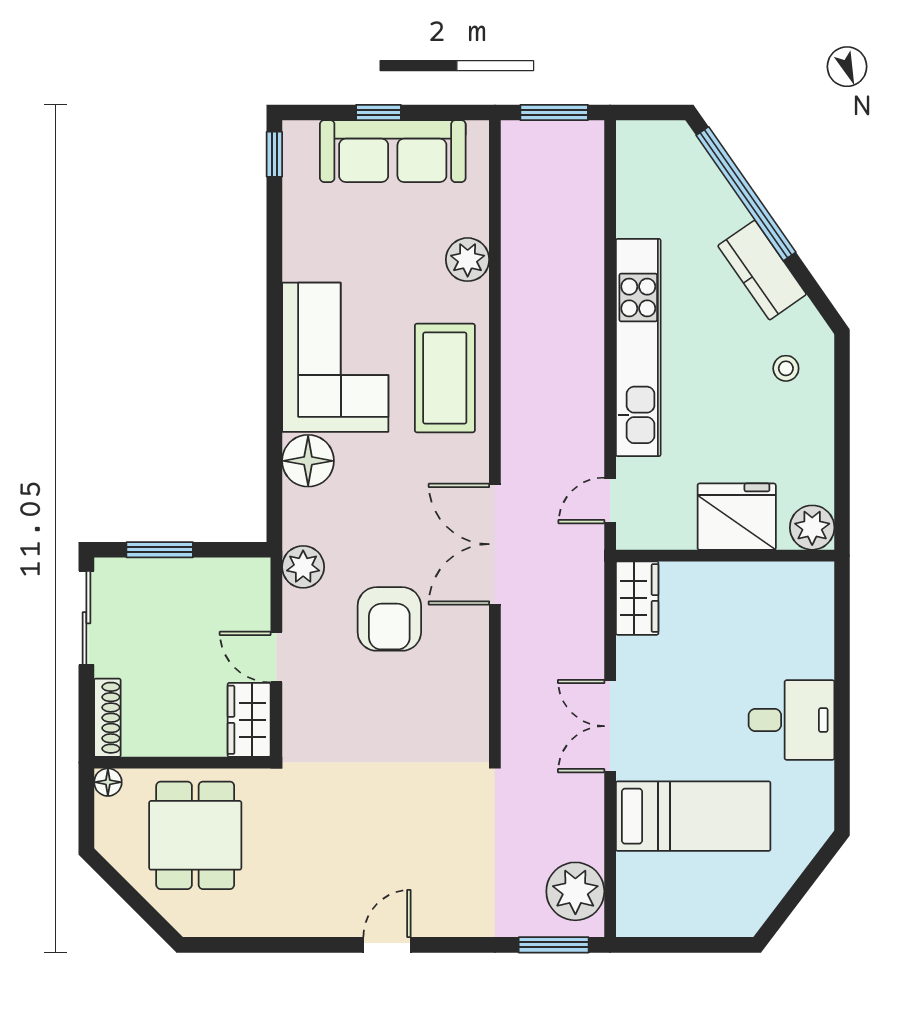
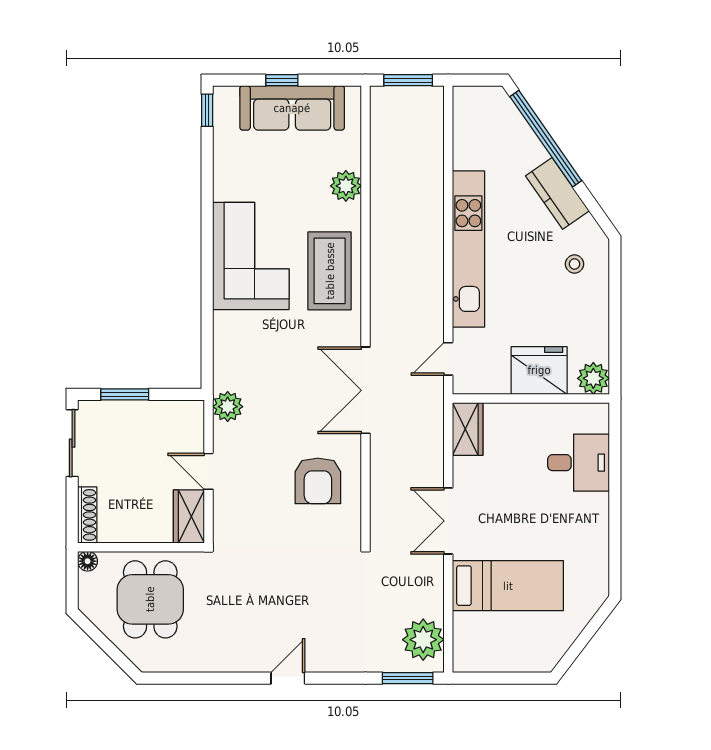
floor lamp: (308, 461) -> (231, 330), removed
armchair: (389, 619) -> (318, 481), moved
desk: (792, 720) -> (579, 463), moved

